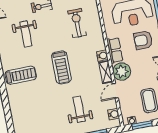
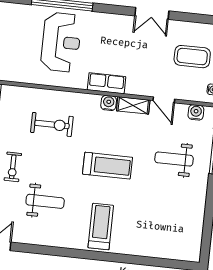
exercise bike: (77, 23) -> (52, 124), turned 180
armchair: (143, 40) -> (104, 39), removed
plant: (122, 72) -> (139, 83), removed

